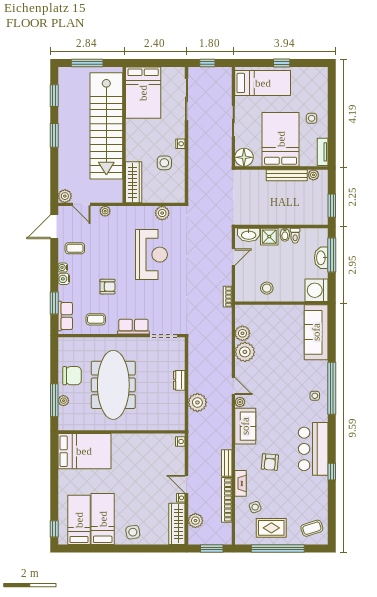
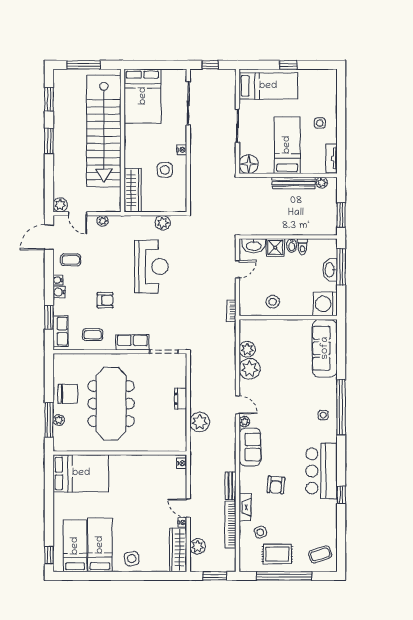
bed: (281, 139) -> (287, 145), width x0.67

